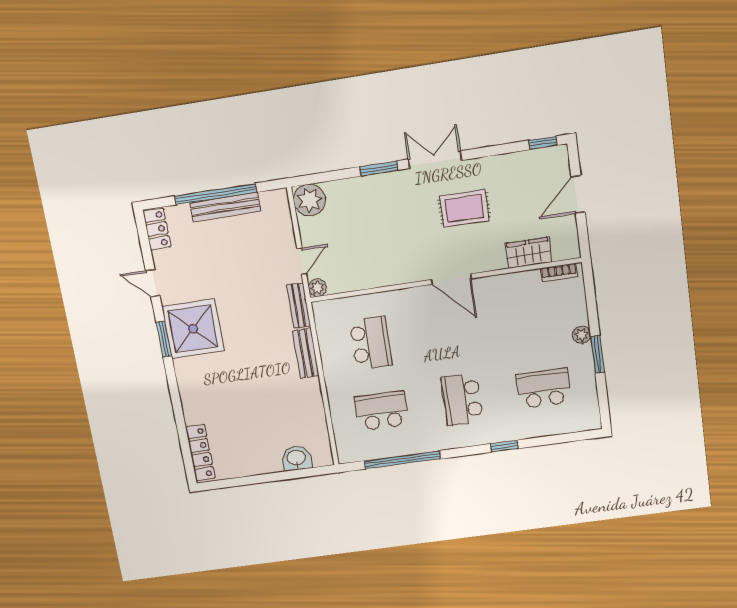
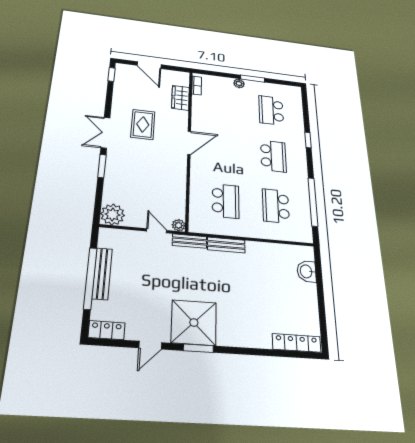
school desk: (371, 343) -> (226, 201), turned 90
school desk: (462, 400) -> (273, 156), turned -90

